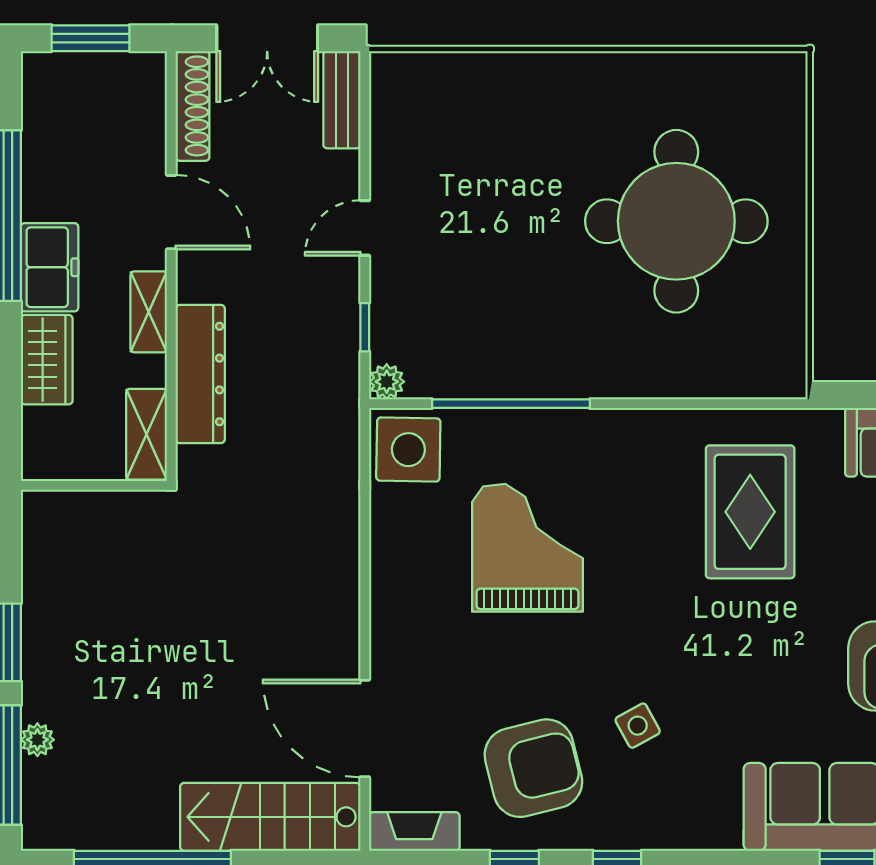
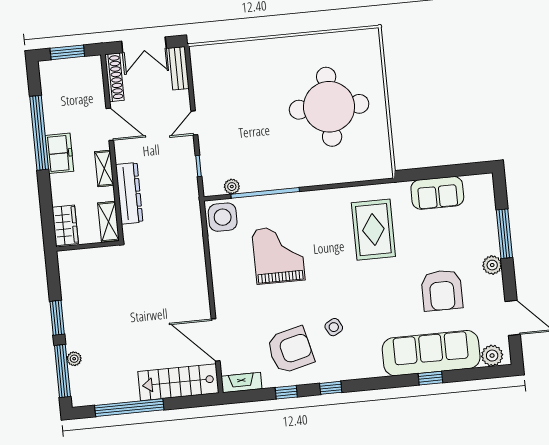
wardrobe: (47, 360) -> (65, 225), moved
plant: (387, 382) -> (232, 187), moved

